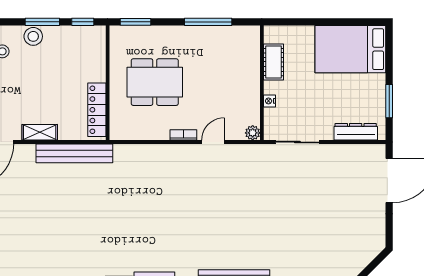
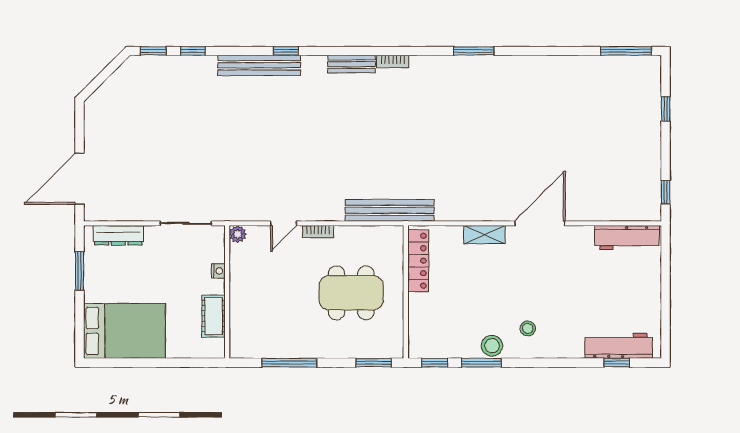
bench: (74, 153) -> (390, 210), moved

